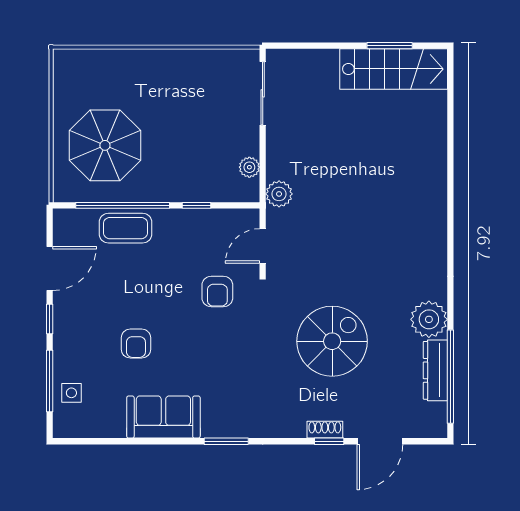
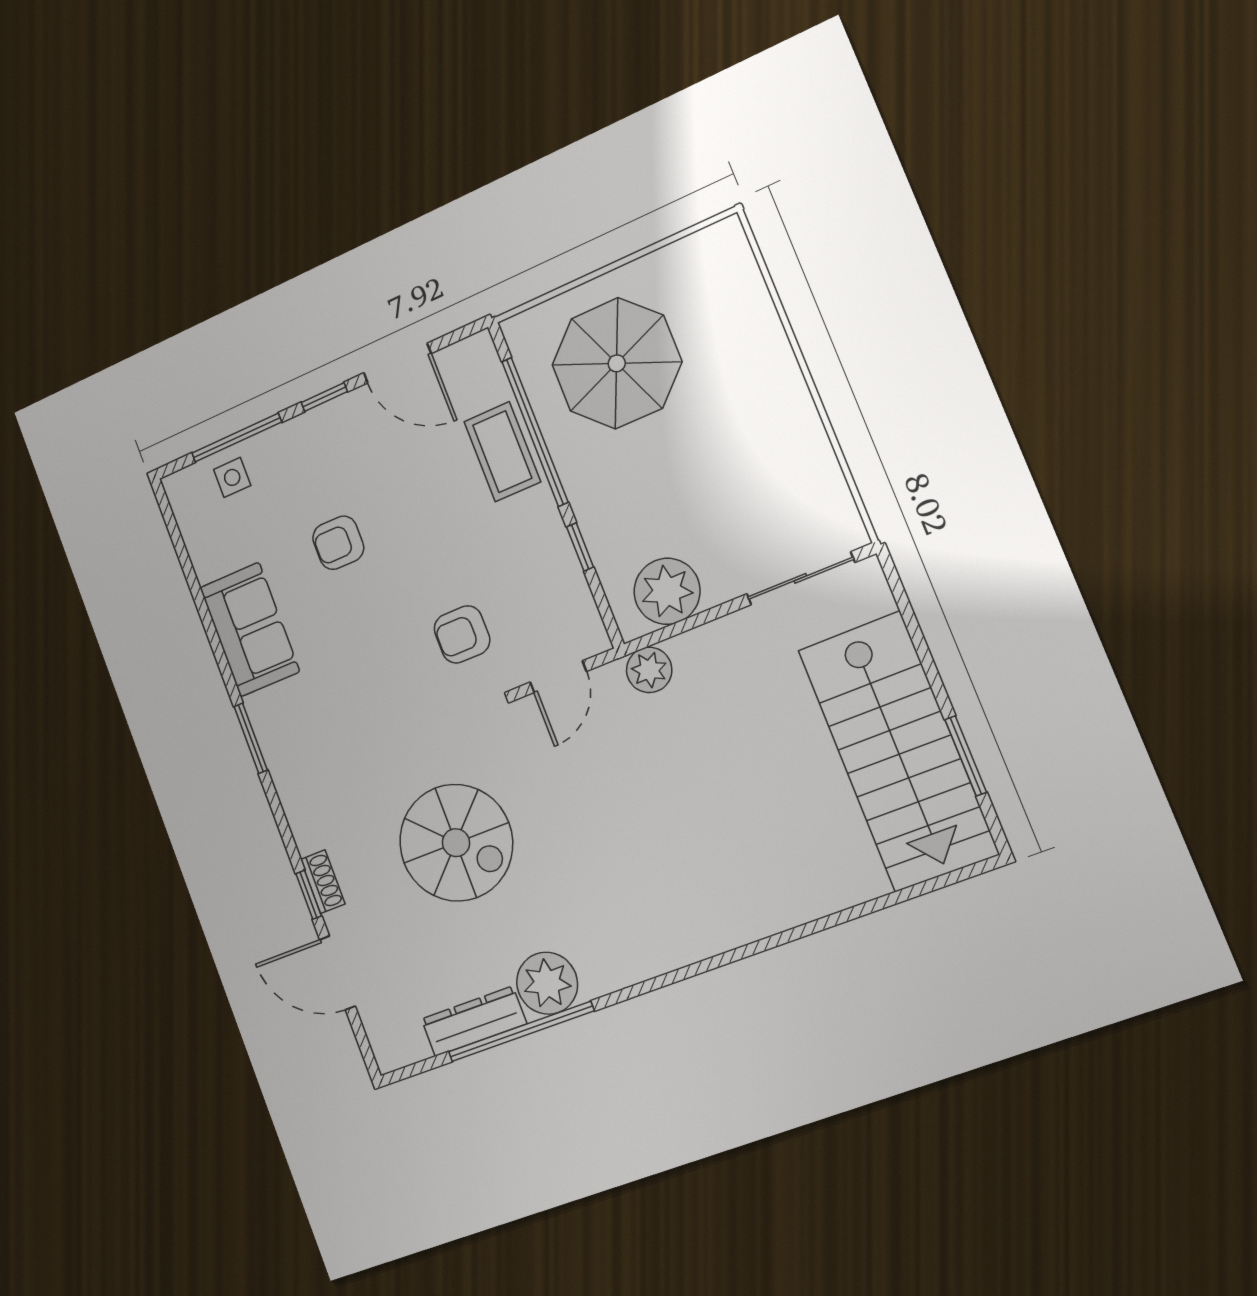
stairs: (394, 69) -> (898, 751), width x1.36, depth x1.51
plant: (249, 167) -> (667, 591), width x1.88, depth x1.88
door: (263, 246) -> (558, 677), swing flipped
window: (450, 377) -> (521, 1032), moved

